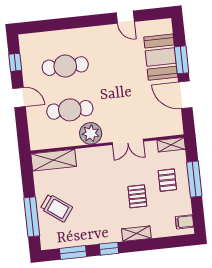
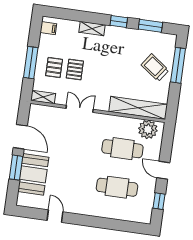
plant: (91, 133) -> (148, 129), moved
shelving: (54, 160) -> (138, 108), width x1.47
pallet: (137, 196) -> (75, 70), moved

